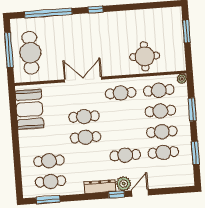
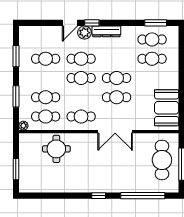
cafe table: (162, 132) -> (81, 78), moved

